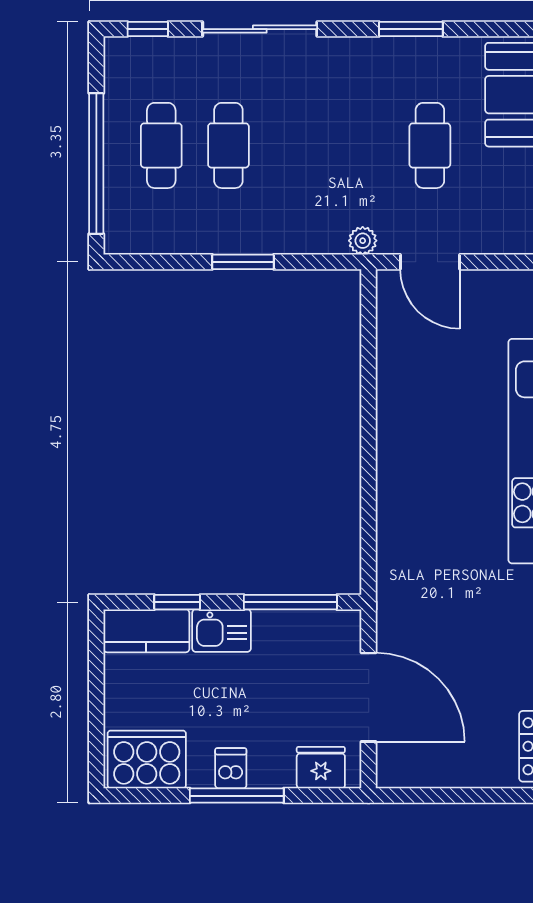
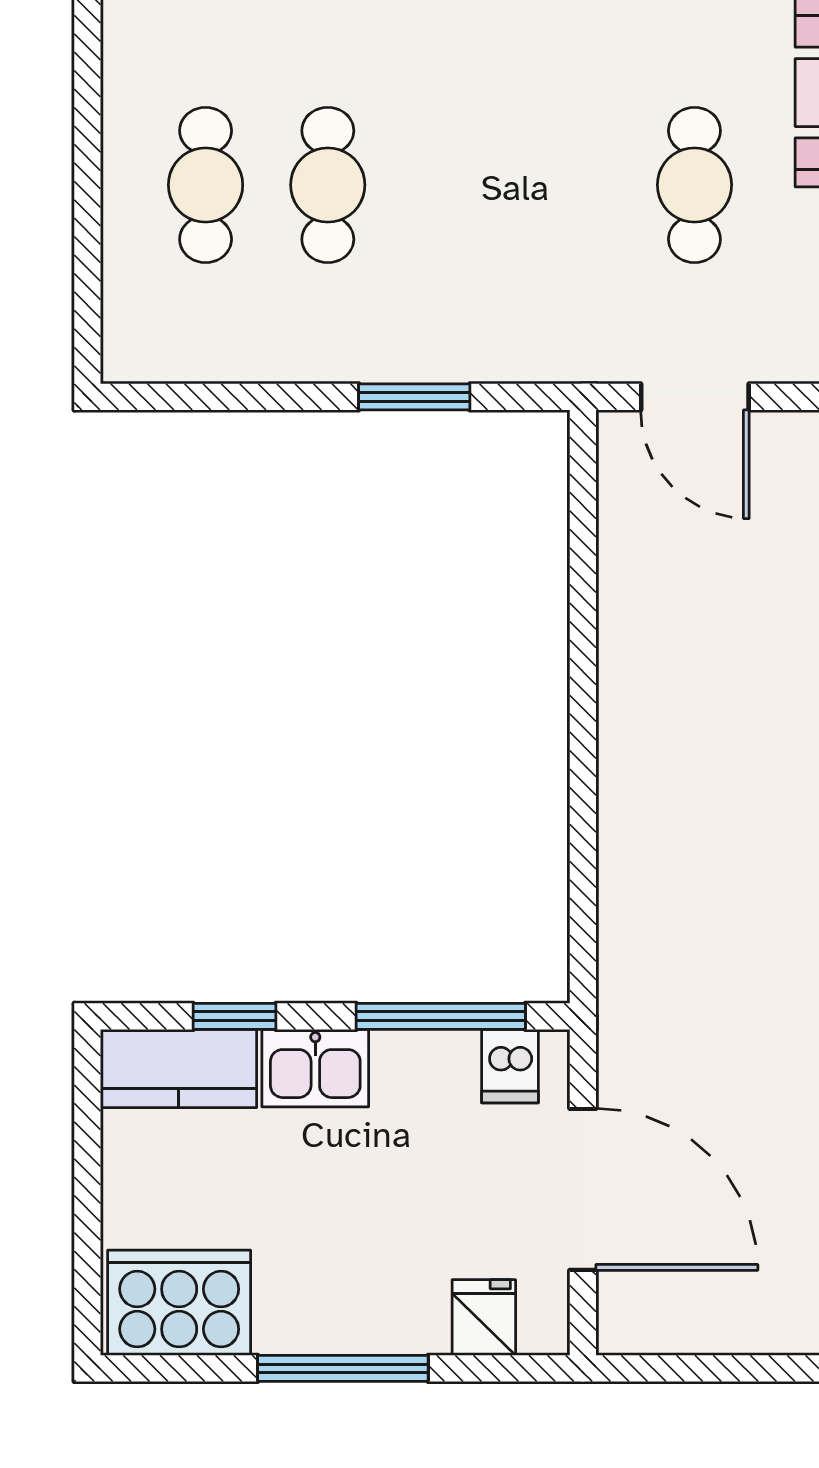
window: (96, 163) -> (87, 218), removed
plant: (363, 241) -> (572, 358), removed
window: (243, 262) -> (414, 397), moved
dishwasher: (231, 768) -> (510, 1066), moved, turned 180
fridge: (321, 768) -> (484, 1318), width x0.72

